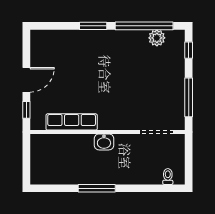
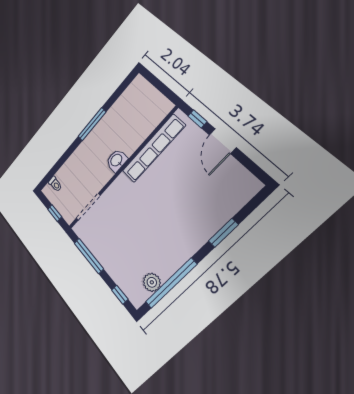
window: (93, 26) -> (223, 233), moved
row of seats: (72, 122) -> (153, 149), width x1.36
window: (189, 155) -> (55, 213), added

